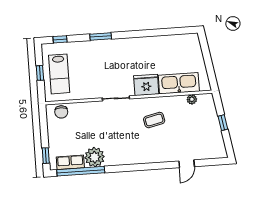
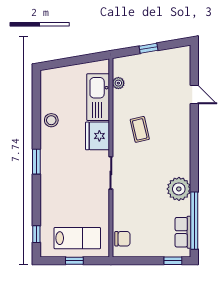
window: (101, 37) -> (36, 162), moved
stool: (157, 45) -> (51, 120), added
plant: (95, 157) -> (179, 189), moved

